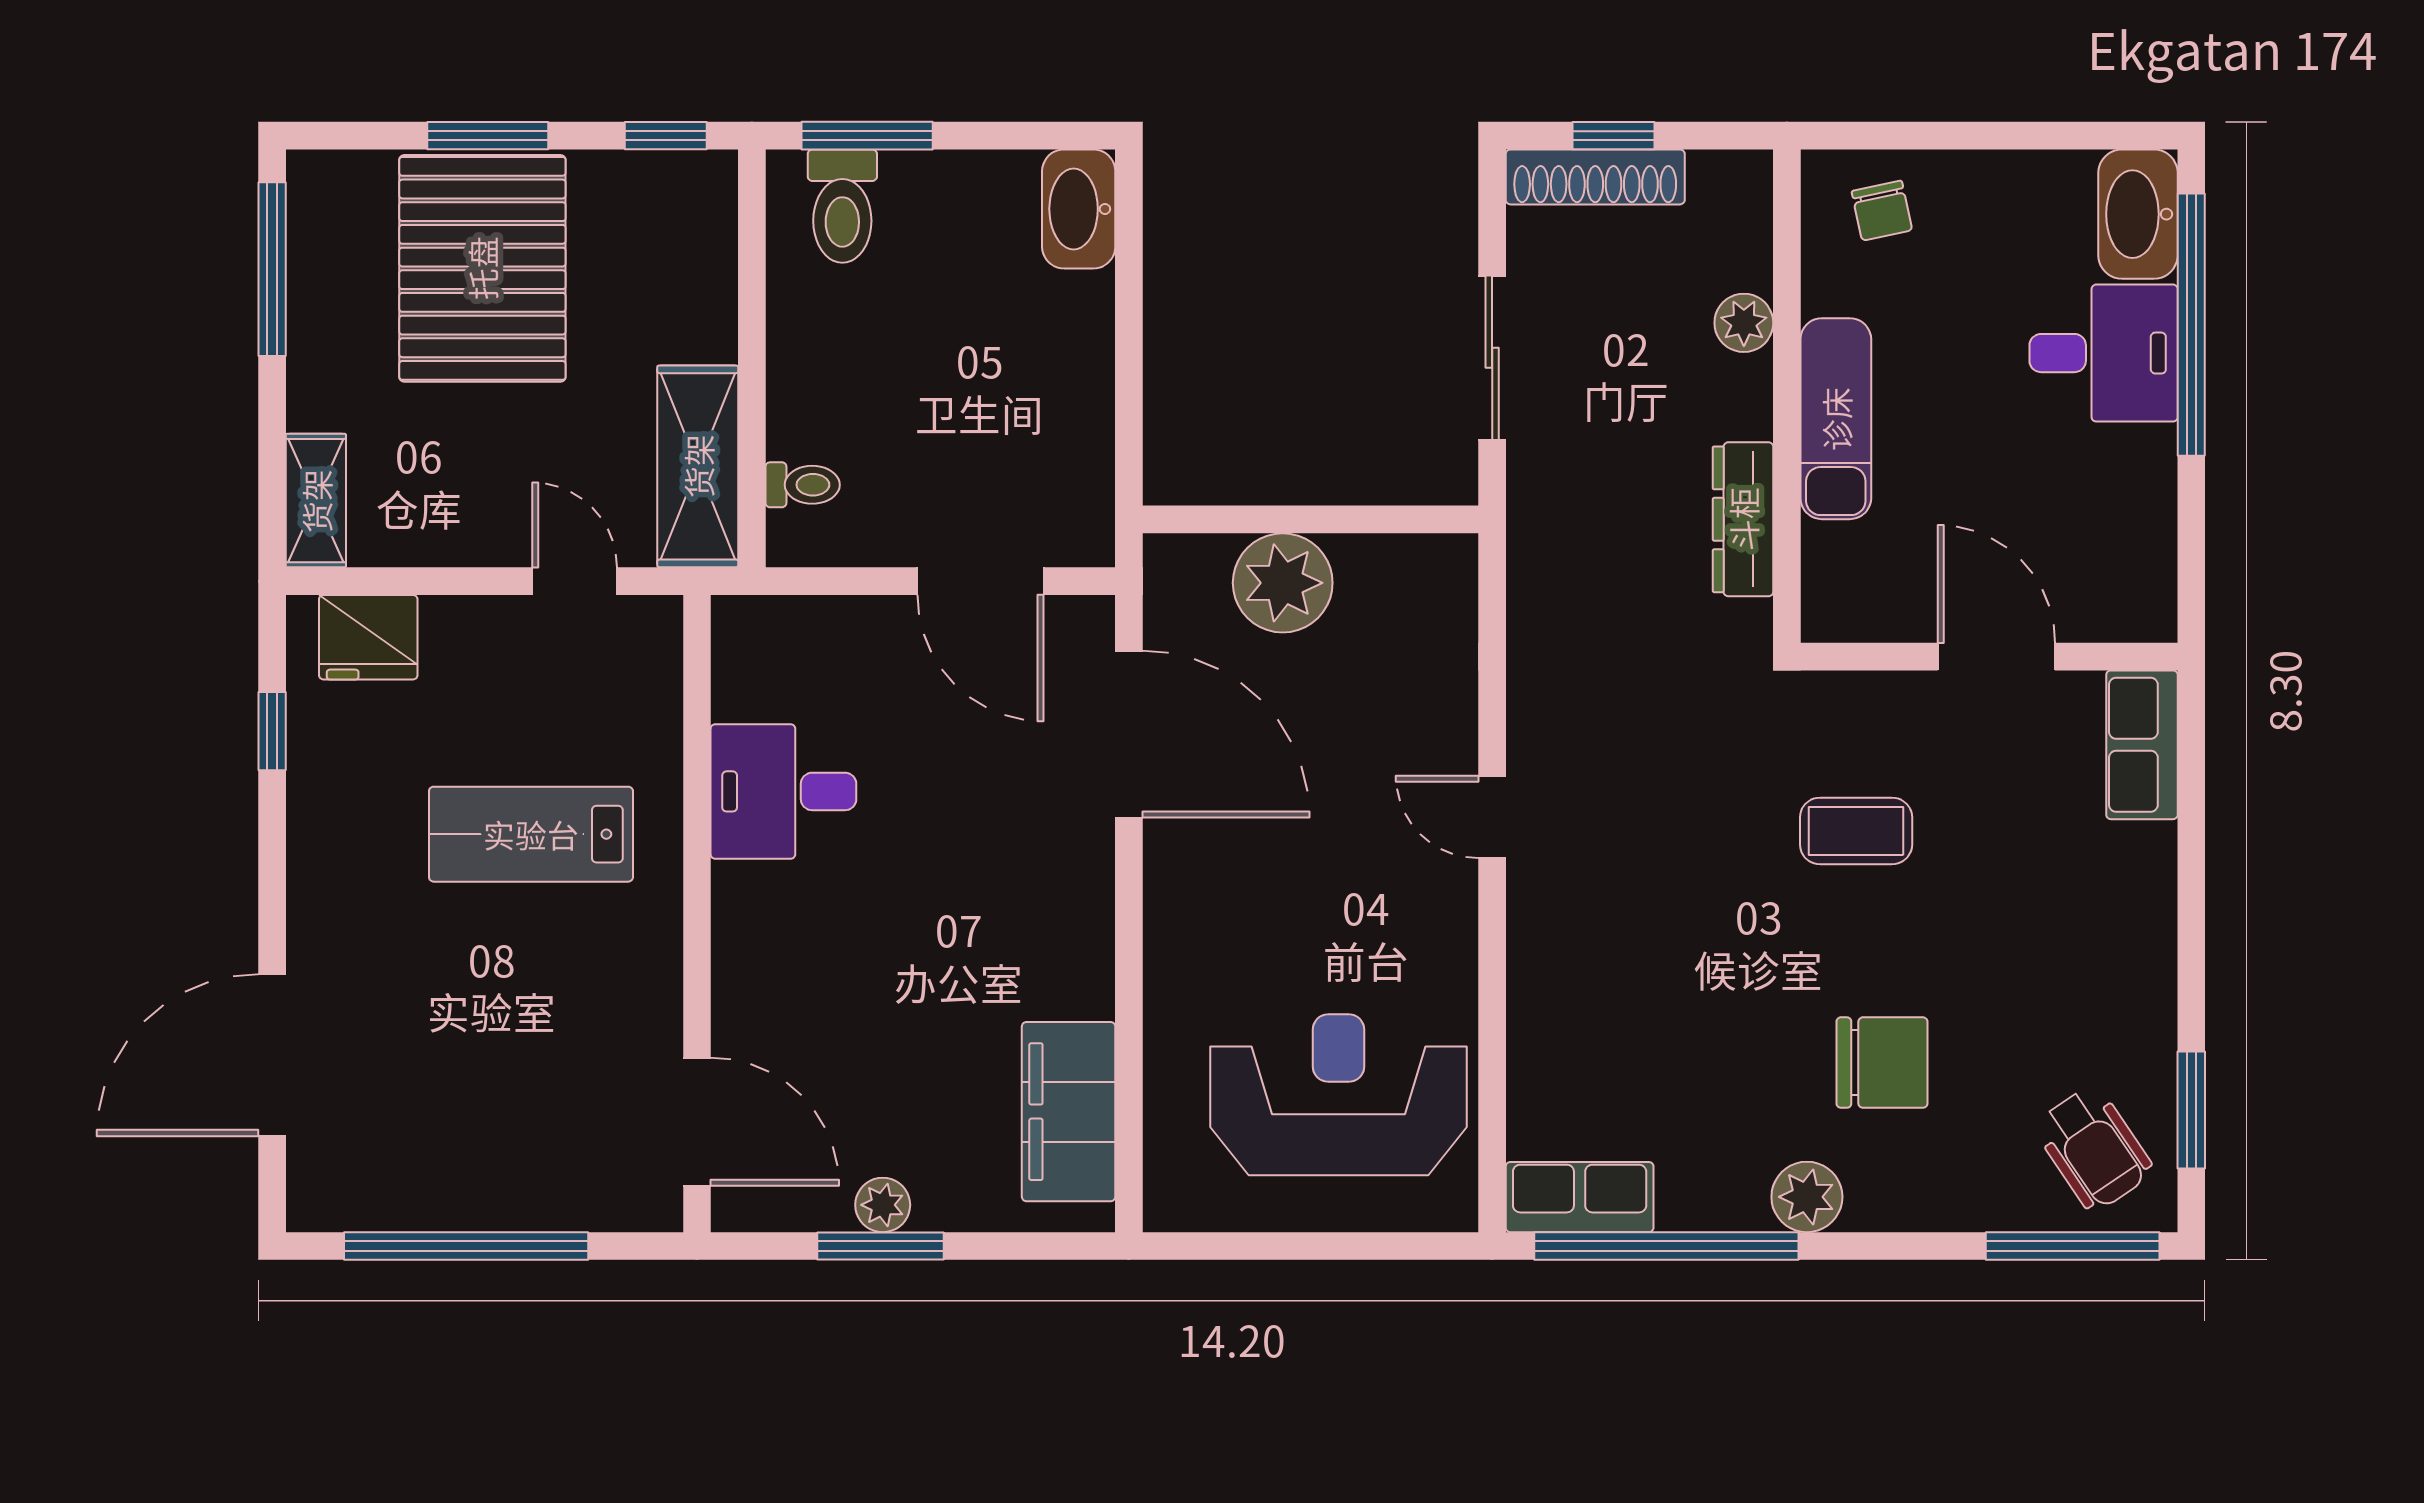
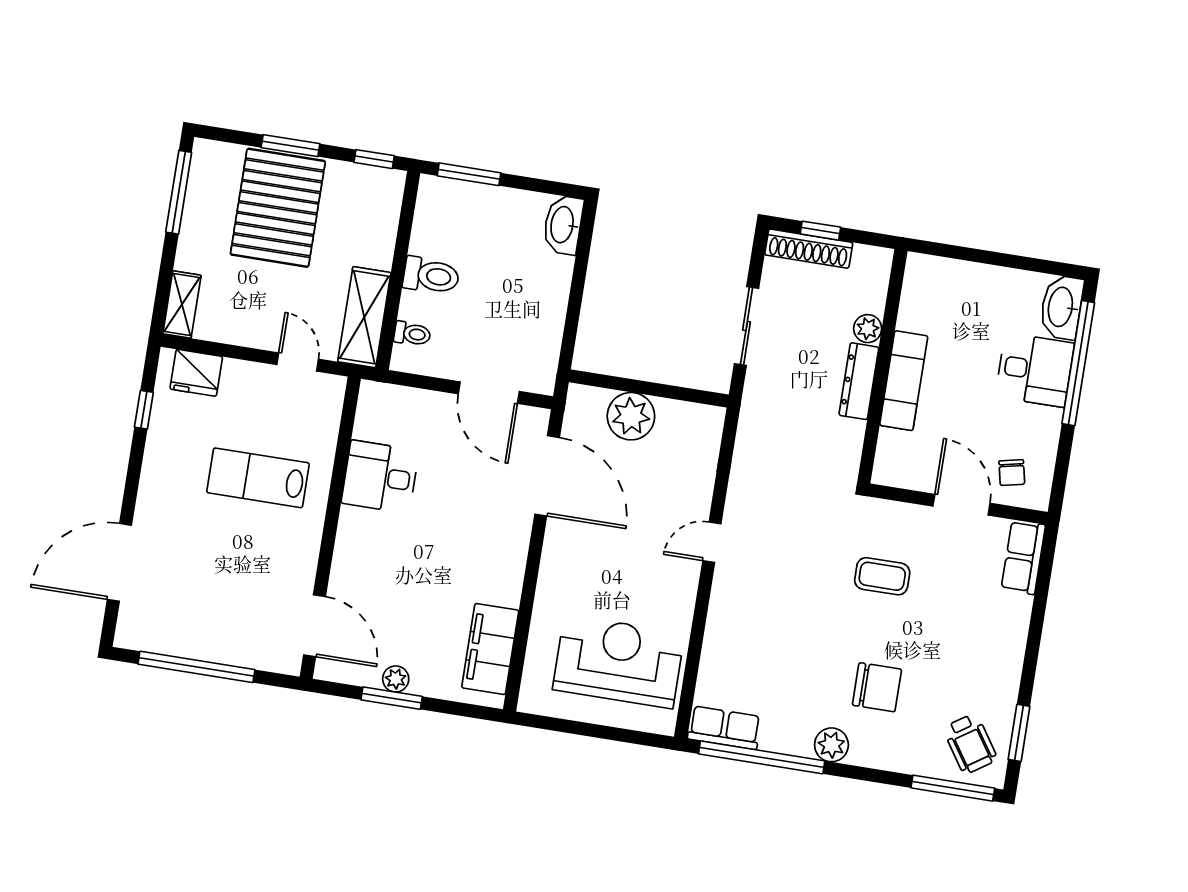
toilet: (842, 206) -> (431, 276), moved, turned -90
chair: (1882, 211) -> (1012, 473), moved
dresser: (1743, 519) -> (859, 381), moved
door: (1492, 817) -> (712, 542), hinge flipped

